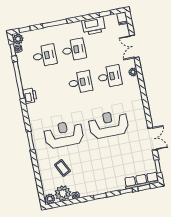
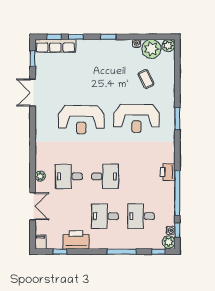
desk: (80, 82) -> (105, 176), turned 180

